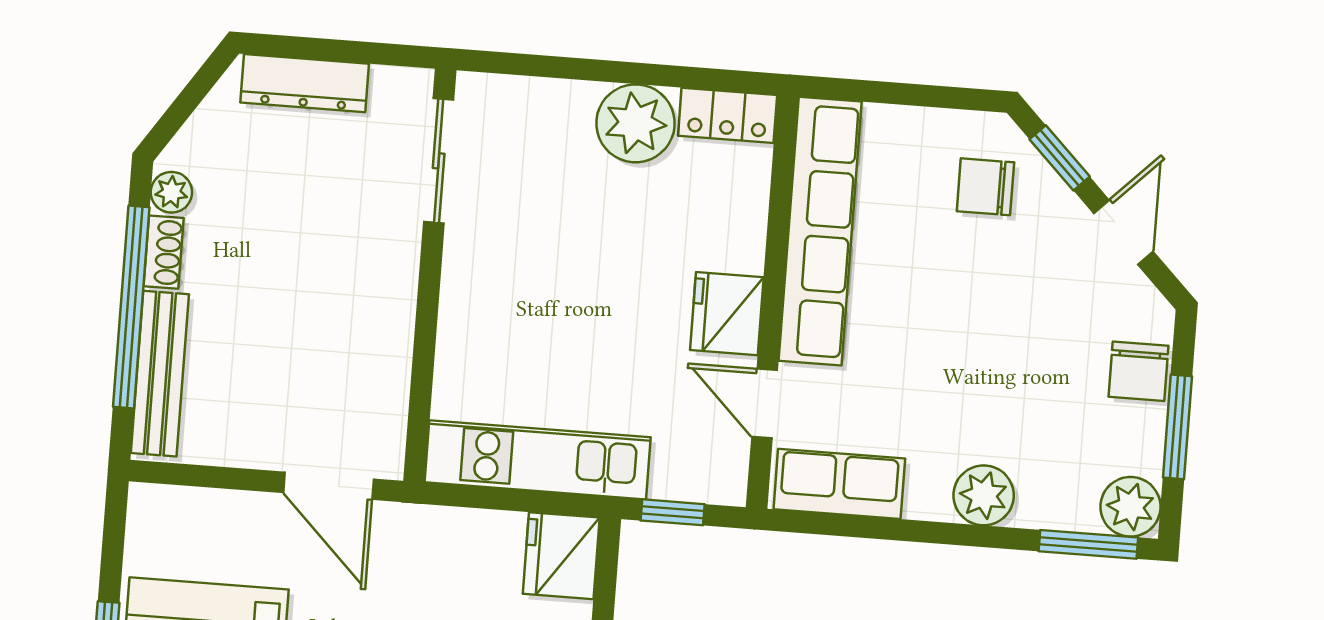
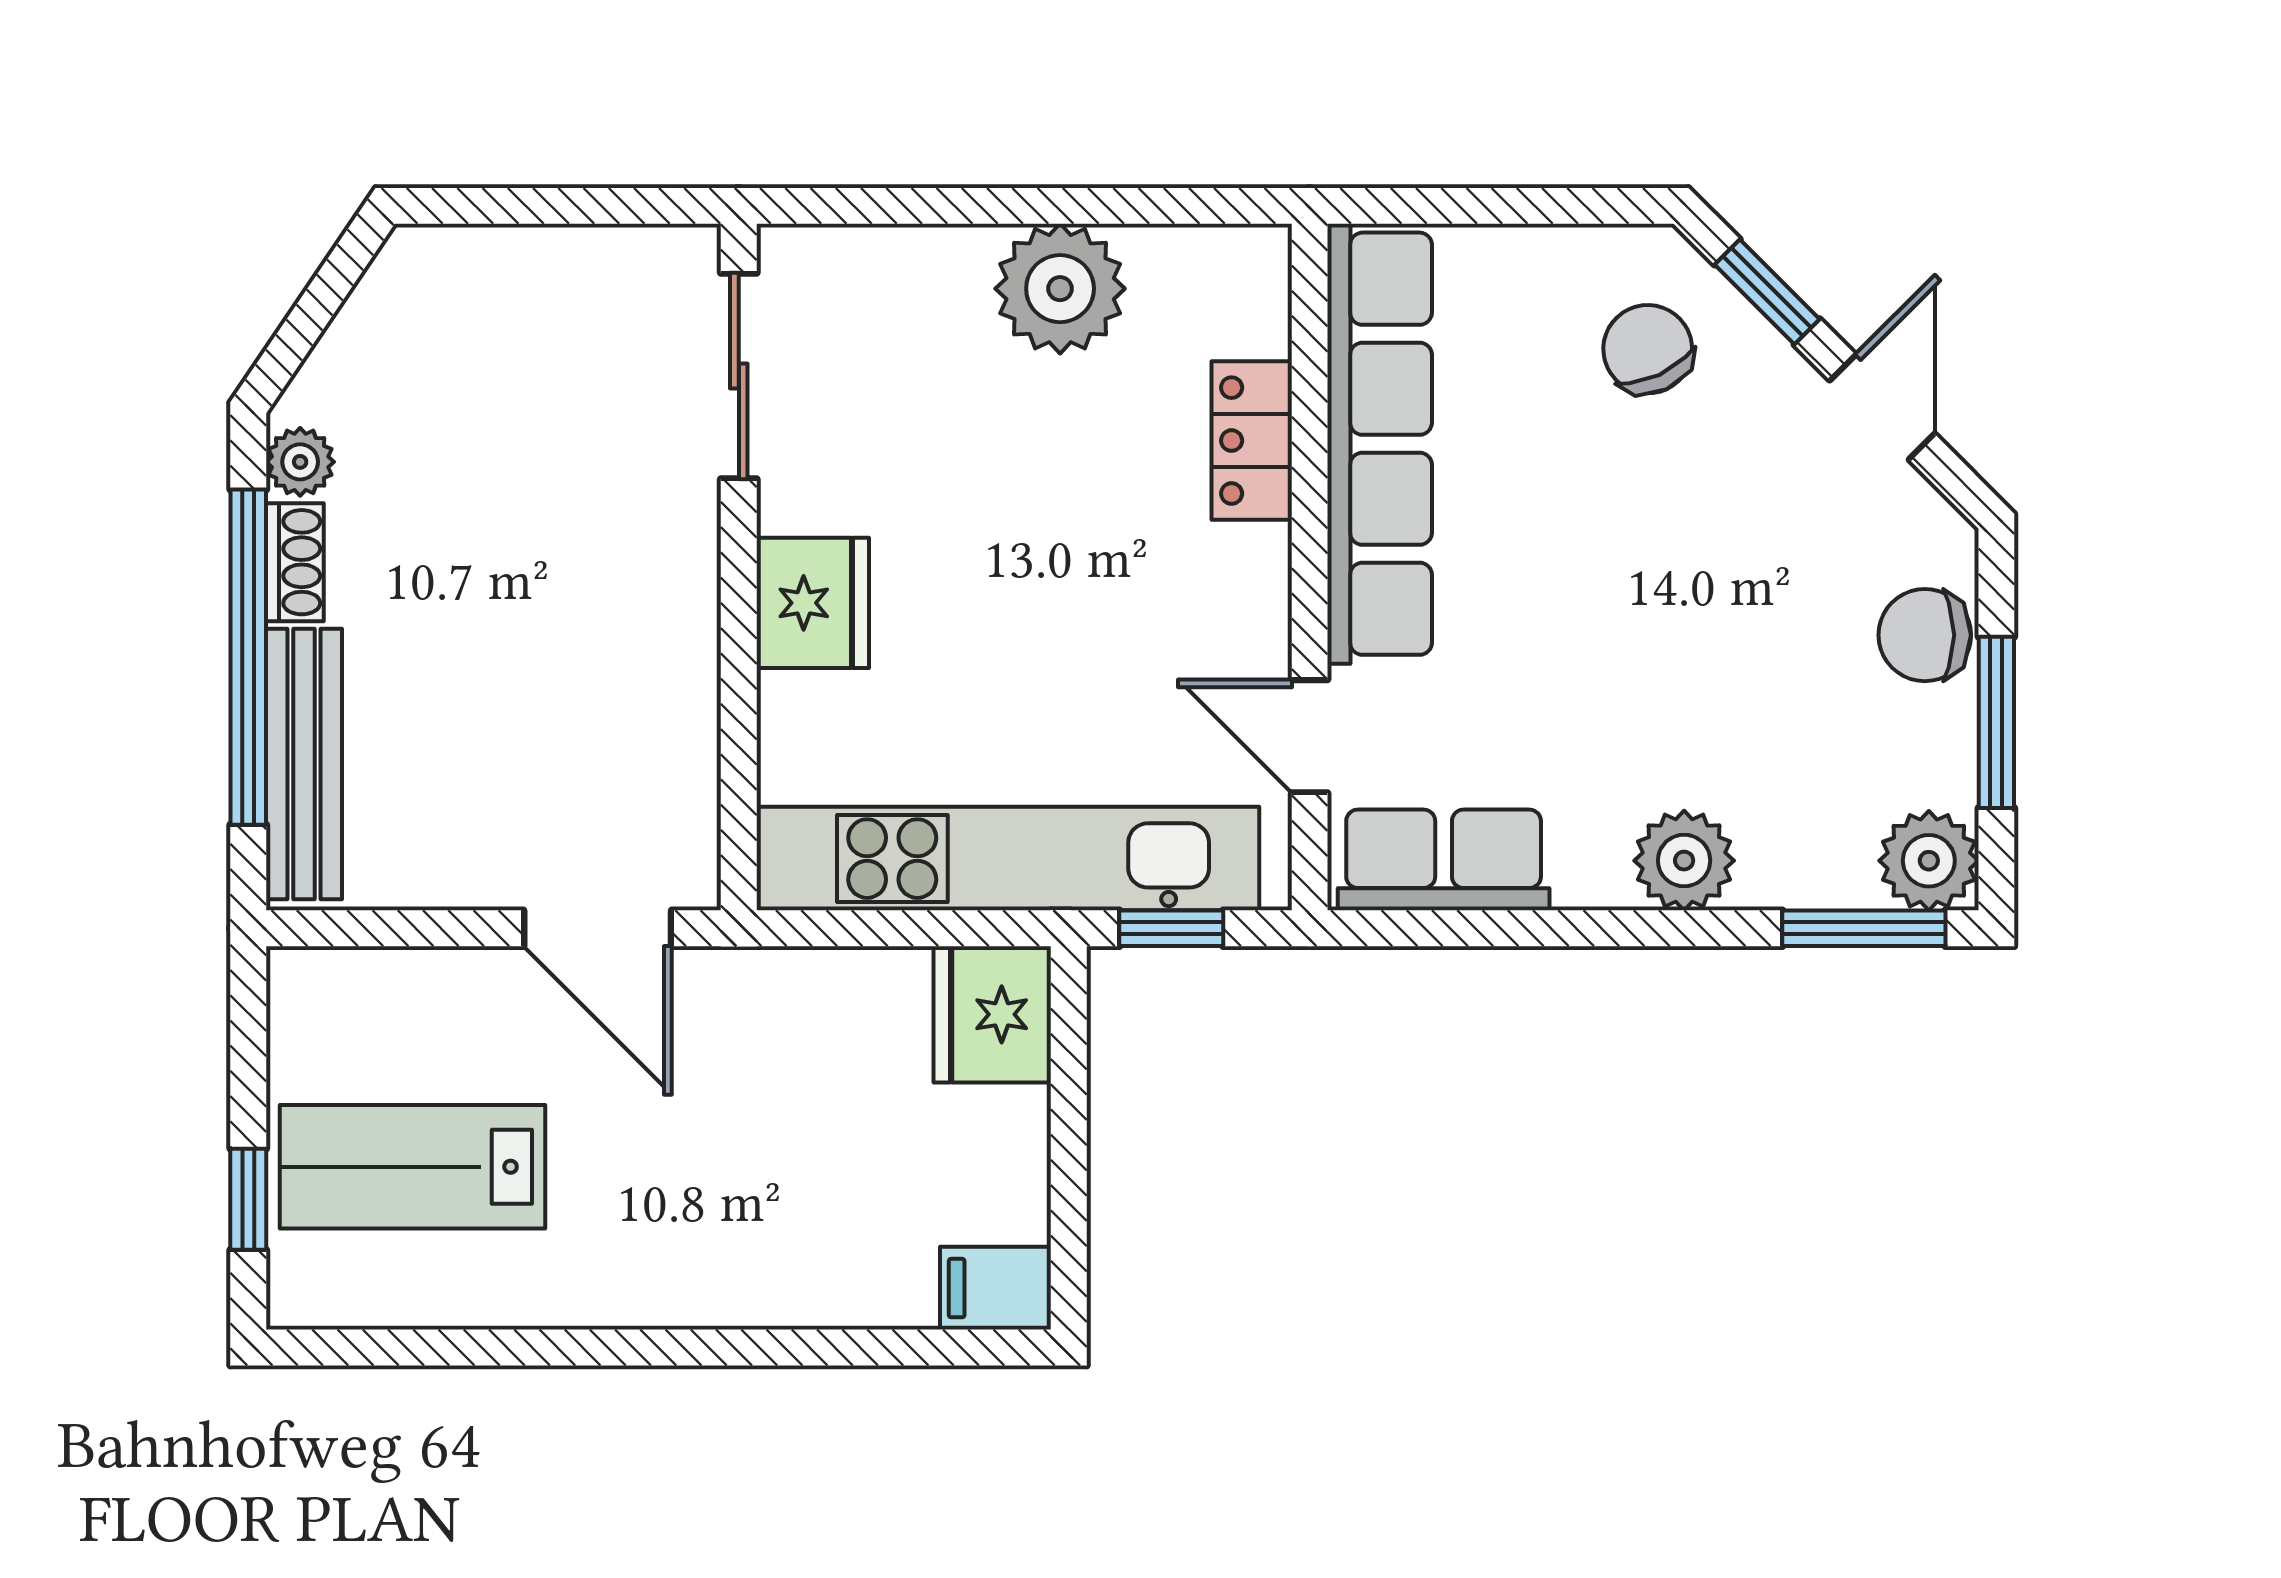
dresser: (305, 83) -> (507, 264), removed
locker: (728, 115) -> (1252, 441), moved, turned 90
chair: (985, 187) -> (1648, 349), turned 65
fridge: (727, 314) -> (813, 603), moved, turned 180
chair: (1138, 371) -> (1925, 635), turned 90
kitchen unit: (538, 460) -> (1008, 859), width x1.36

